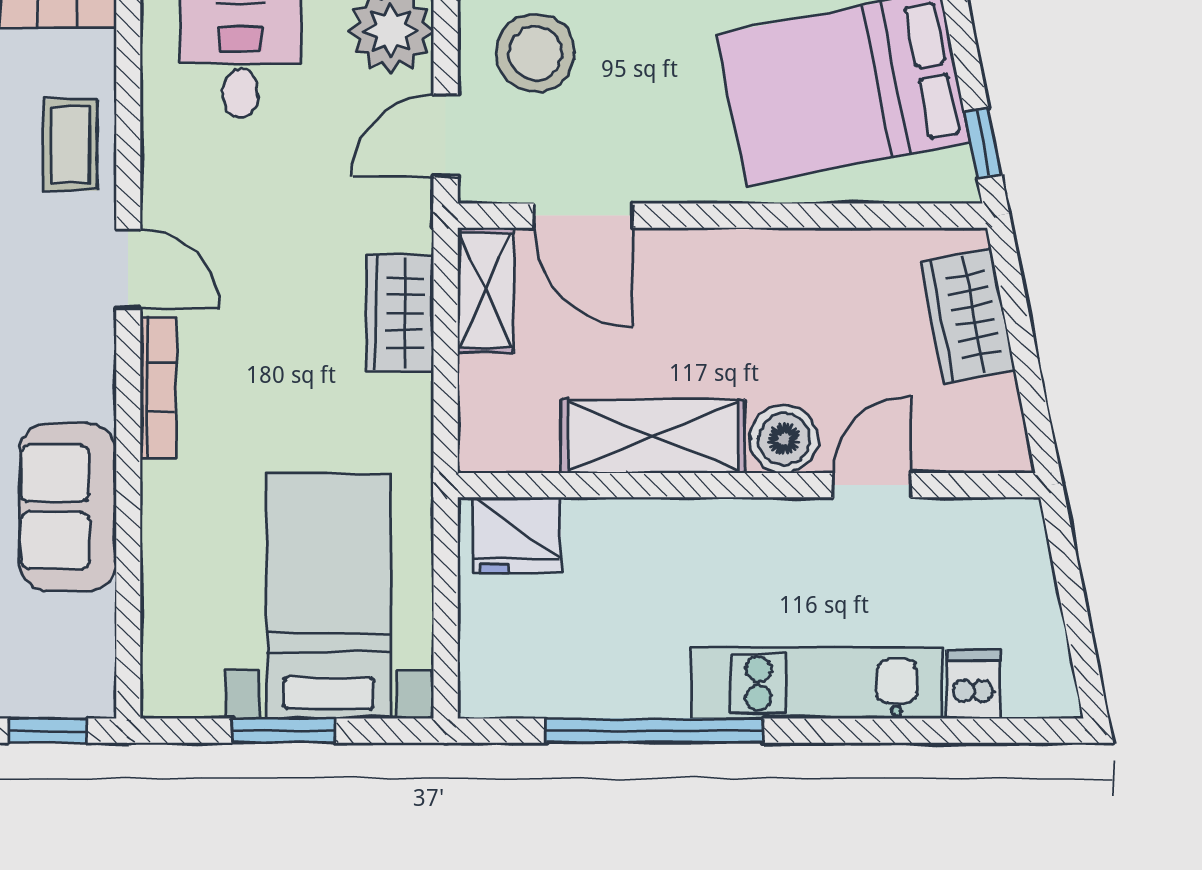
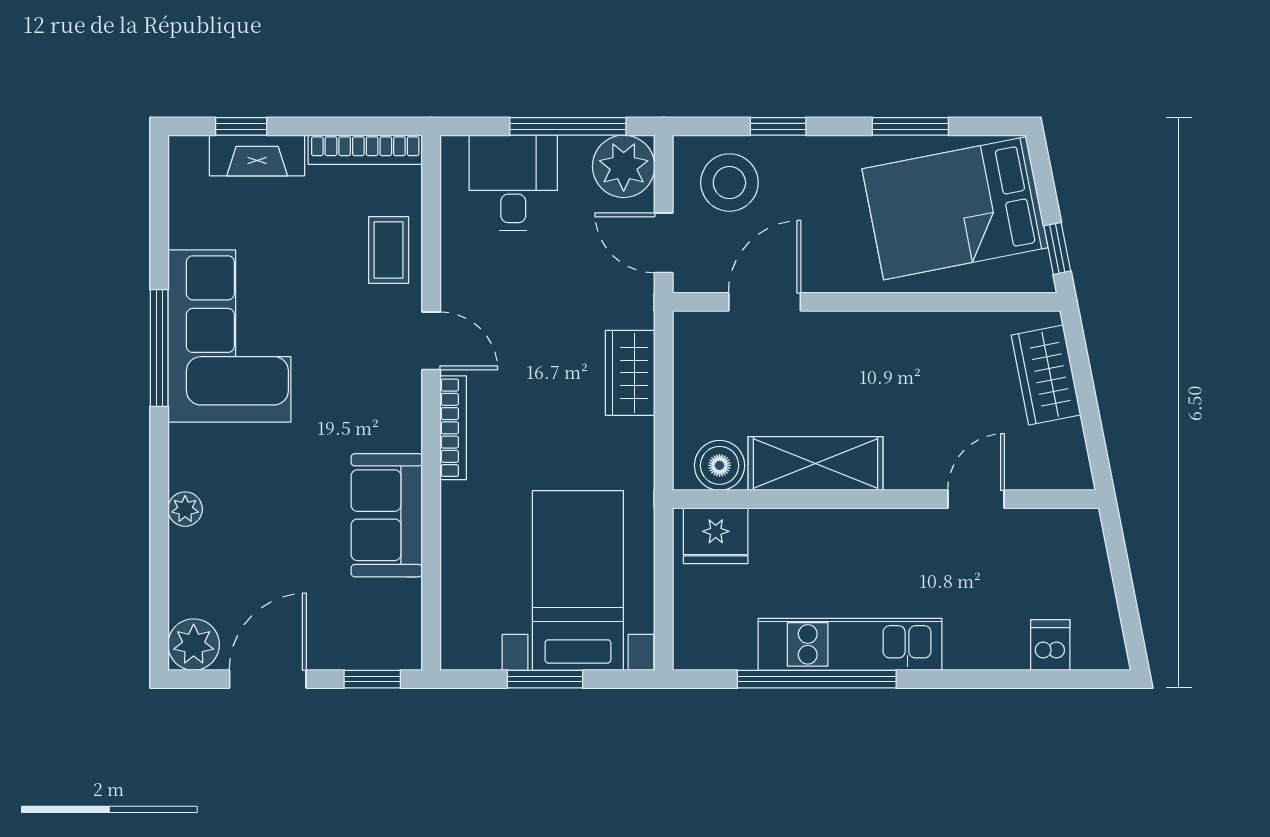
door: (446, 135) -> (664, 243), hinge flipped
door: (583, 216) -> (765, 302), swing flipped
shelving: (486, 290) -> (693, 356), removed
boiler: (784, 439) -> (720, 465), moved
kitchen unit: (816, 683) -> (850, 644), moved

